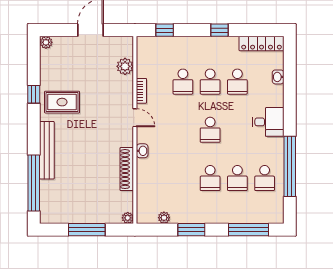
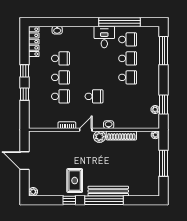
window: (165, 30) -> (25, 94), moved
plant: (125, 66) -> (100, 137), moved
desk: (268, 122) -> (104, 37), moved
school desk: (210, 130) -> (94, 96), moved
window: (34, 183) -> (104, 200), moved
window: (191, 230) -> (163, 104), moved

